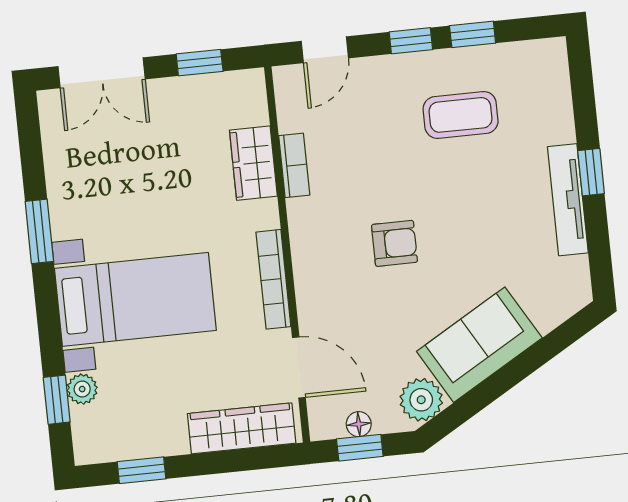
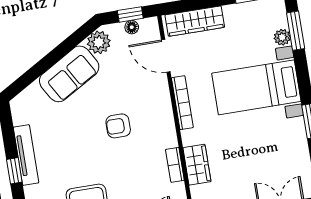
window: (57, 400) -> (296, 31), width x1.50

